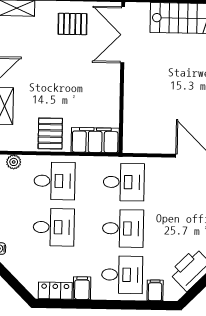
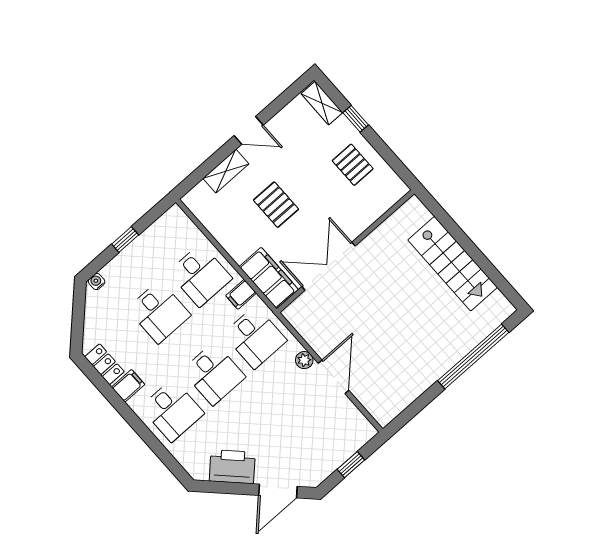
double door: (123, 35) -> (328, 266), moved
pallet: (50, 133) -> (276, 205), moved, turned 90
plant: (14, 162) -> (304, 360), moved
filing cabinet: (155, 290) -> (241, 294), moved, turned 180

